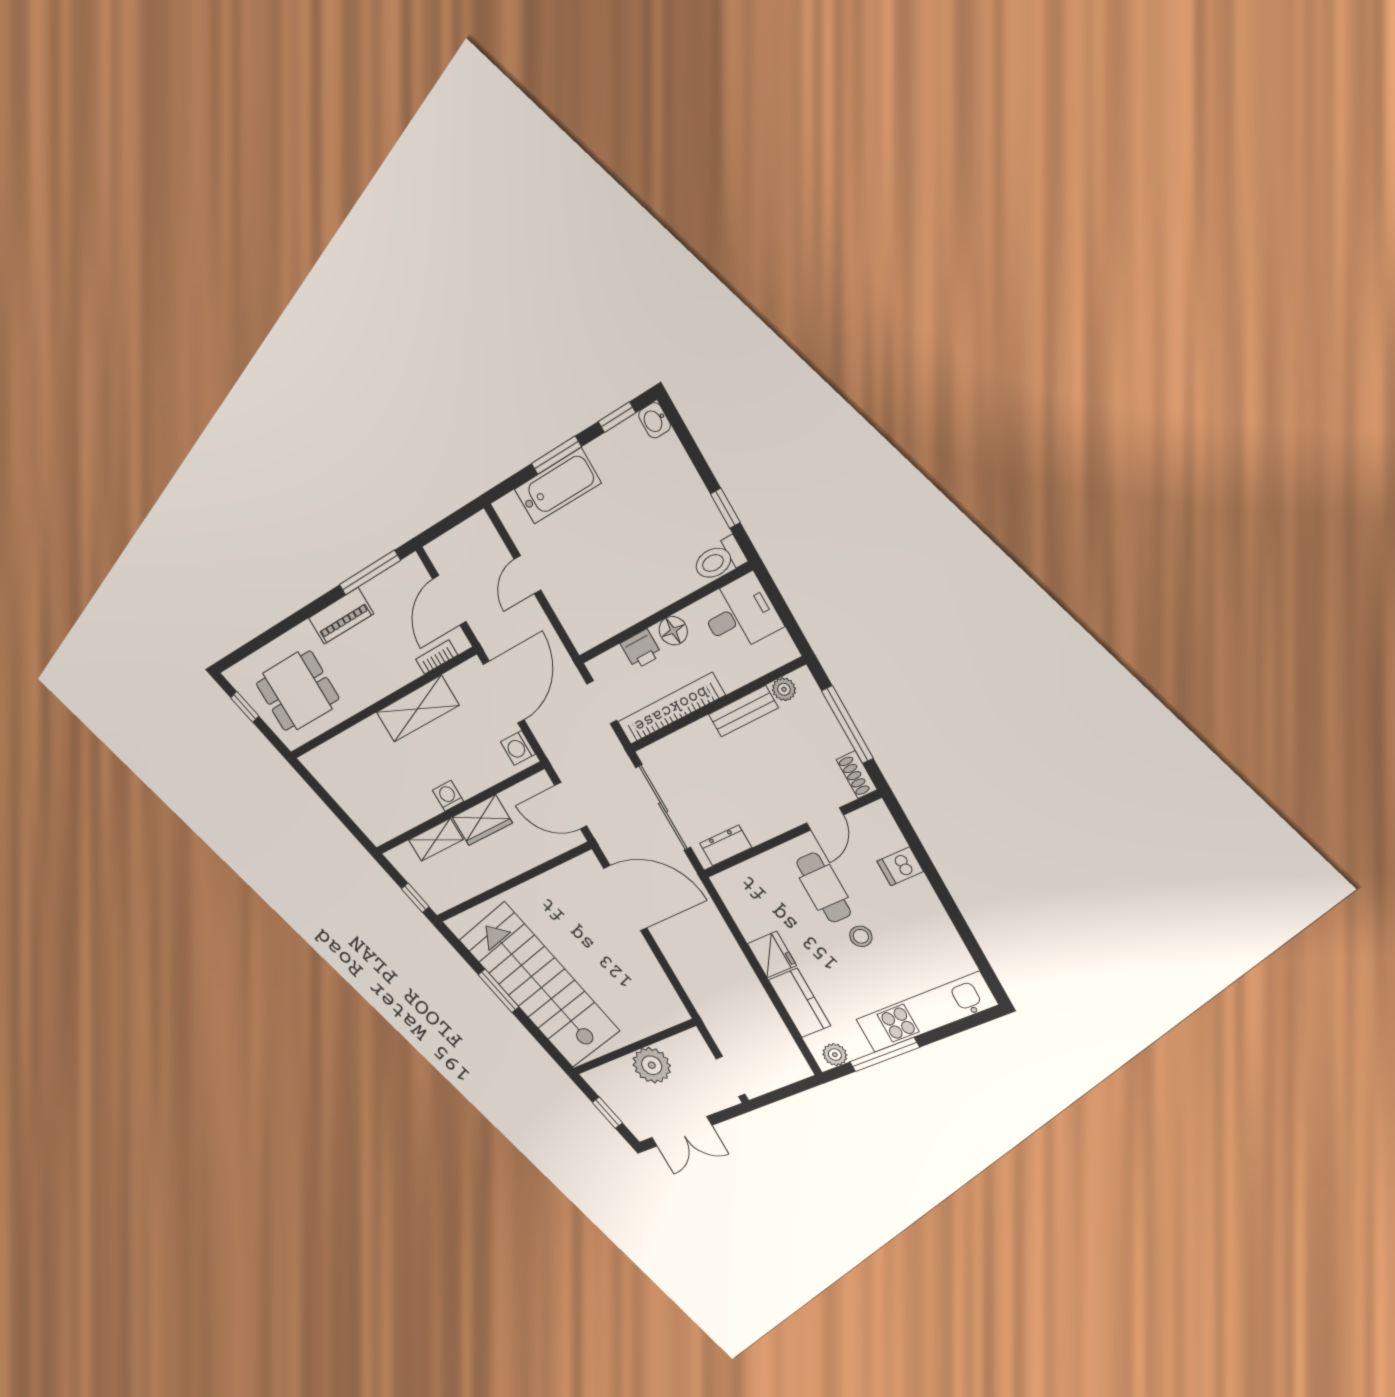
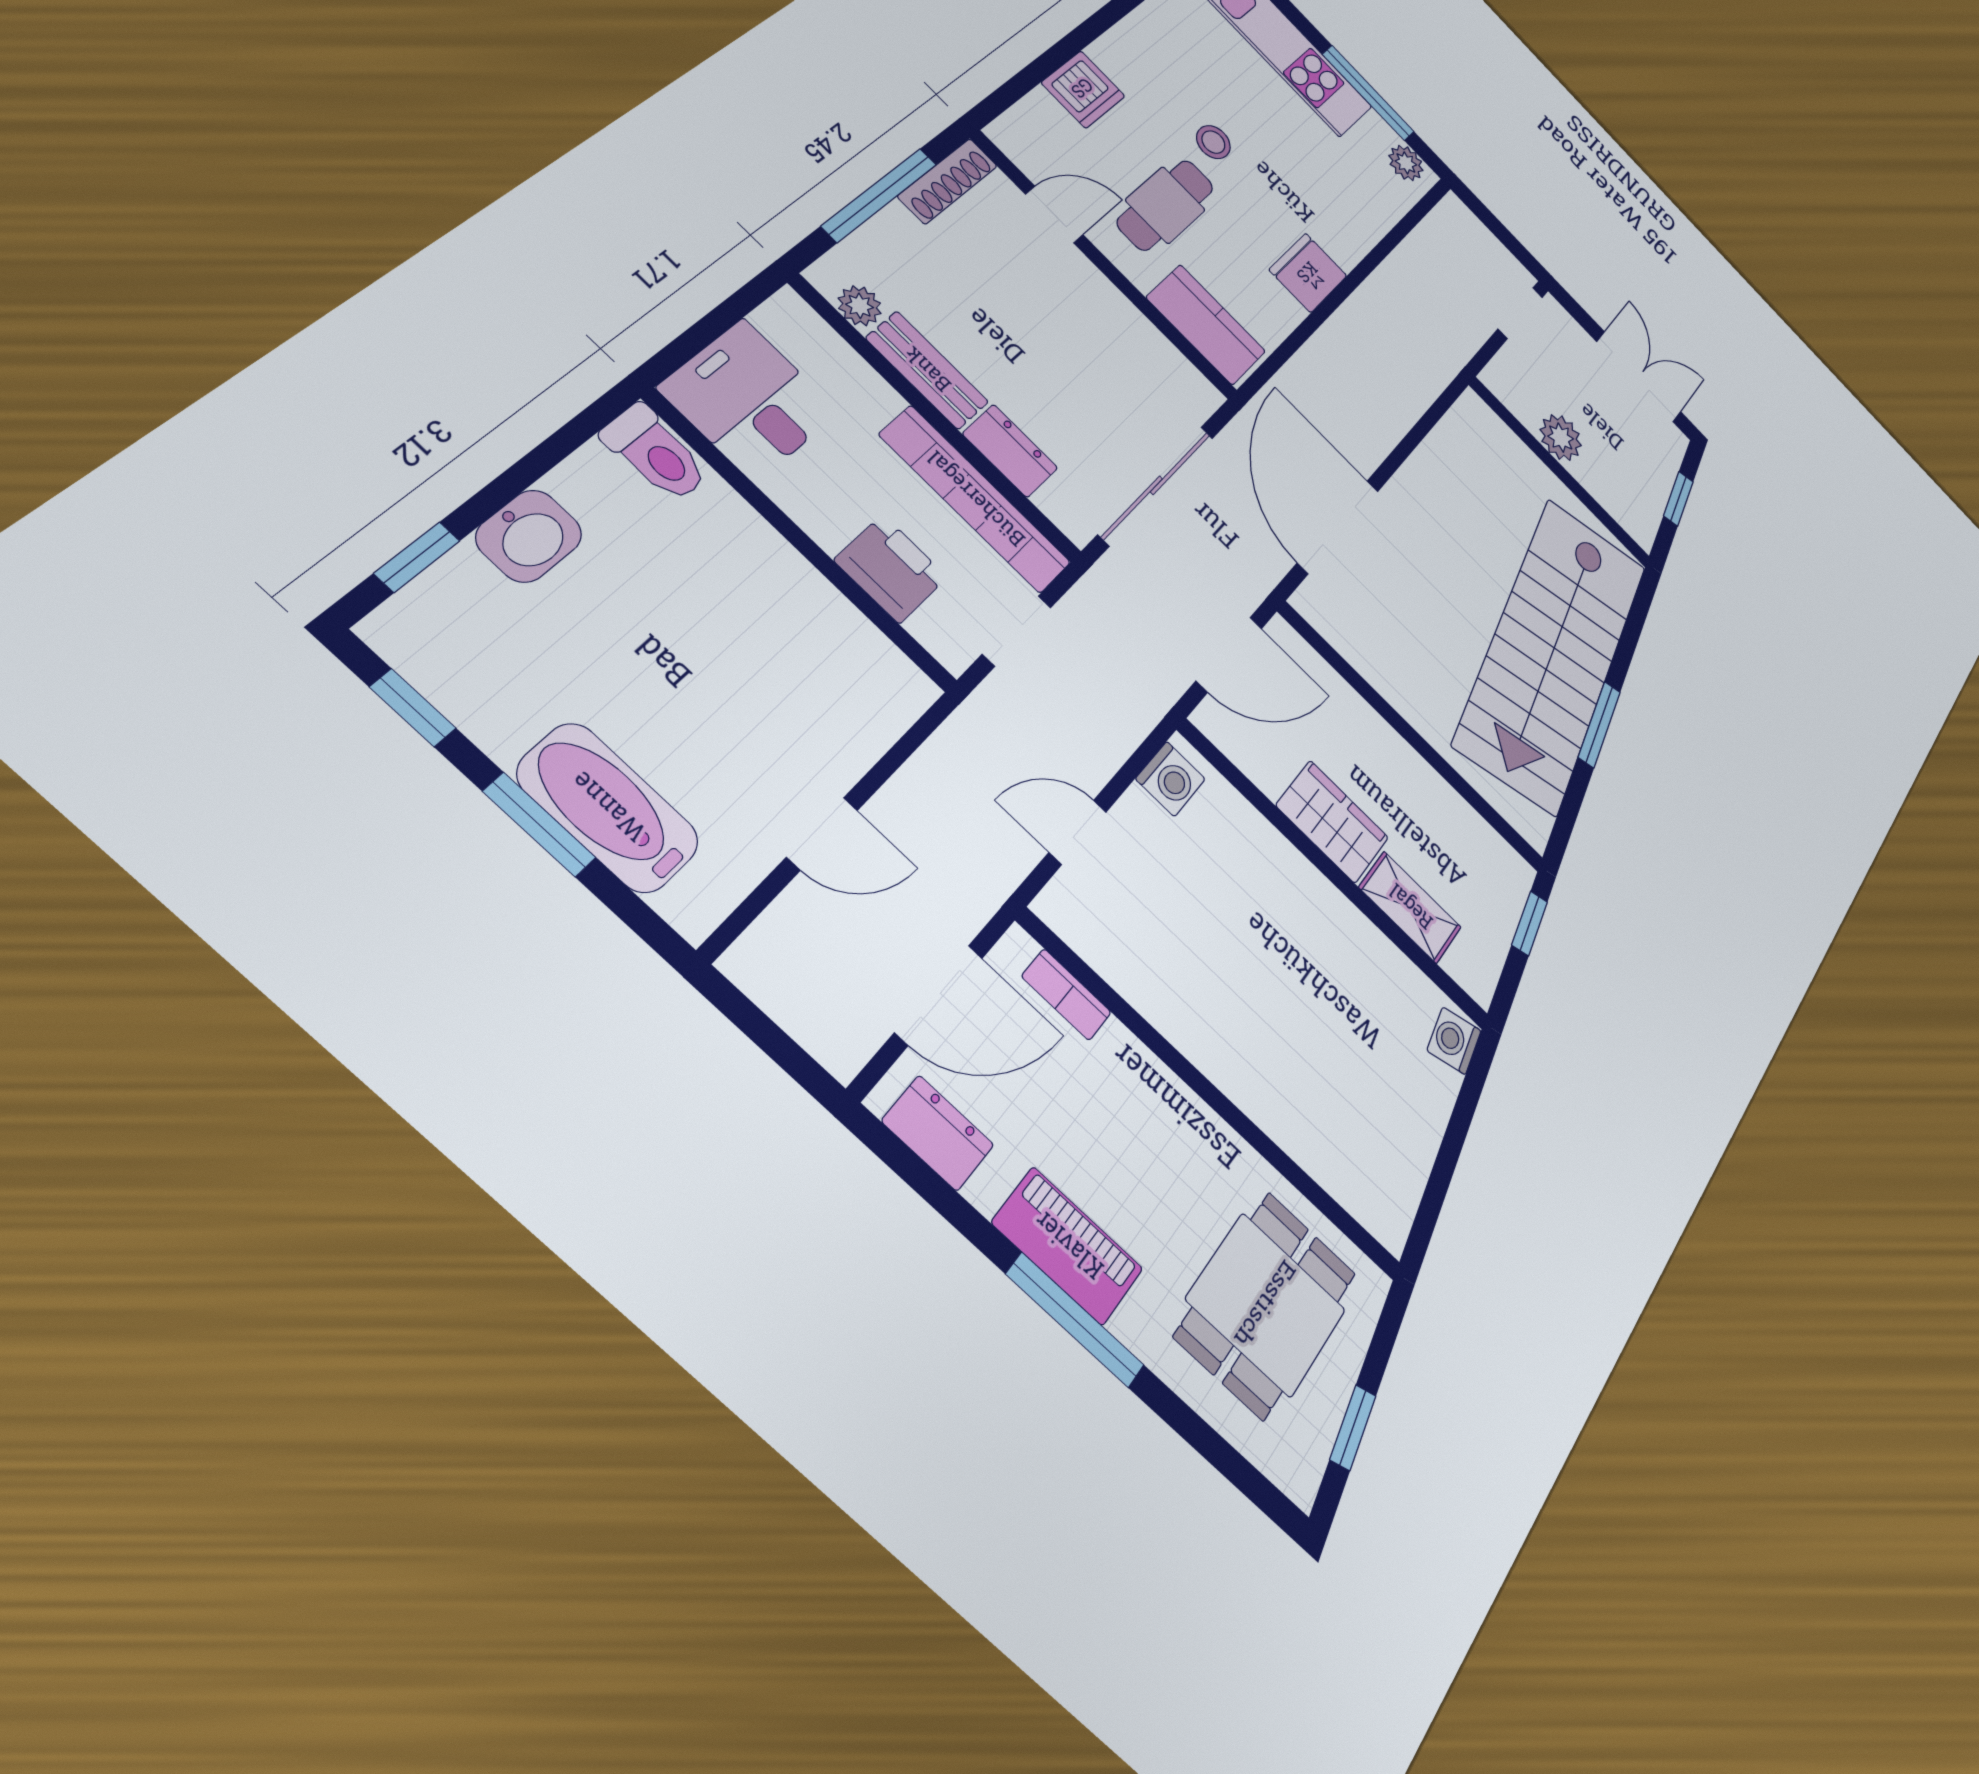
washbasin: (654, 420) -> (529, 536), moved, width x1.38, depth x1.45
window: (725, 508) -> (417, 557), moved
window: (370, 573) -> (1075, 1320), moved
dresser: (396, 579) -> (938, 1133), added
floor lamp: (673, 631) -> (827, 518), removed
printer: (641, 649) -> (891, 569), width x1.36, depth x1.24
dining table: (297, 691) -> (1266, 1305), turned 90
door: (504, 692) -> (1078, 832), width x0.53
shelving: (418, 709) -> (1186, 1010), removed
shoe rack: (857, 775) -> (948, 181), width x1.43
washing machine: (448, 796) -> (1454, 1041), moved, turned 77
door: (571, 806) -> (1229, 654), hinge flipped
dresser: (726, 845) -> (1010, 451), moved, turned 180
dishwasher: (900, 866) -> (1083, 89), width x1.38
kitchen counter: (800, 1003) -> (1206, 325), moved, turned 90
plant: (652, 1065) -> (1561, 438), width x0.73, depth x0.73

